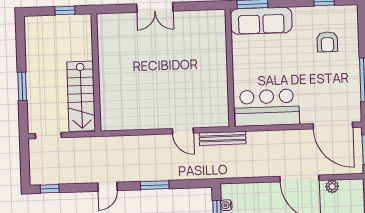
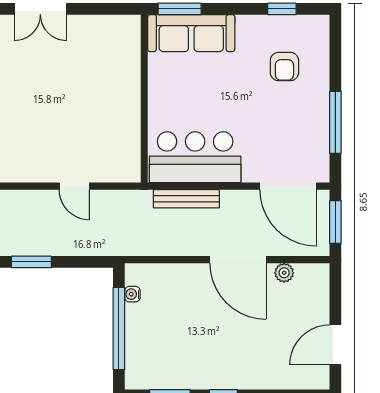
bench: (223, 138) -> (186, 199), moved

